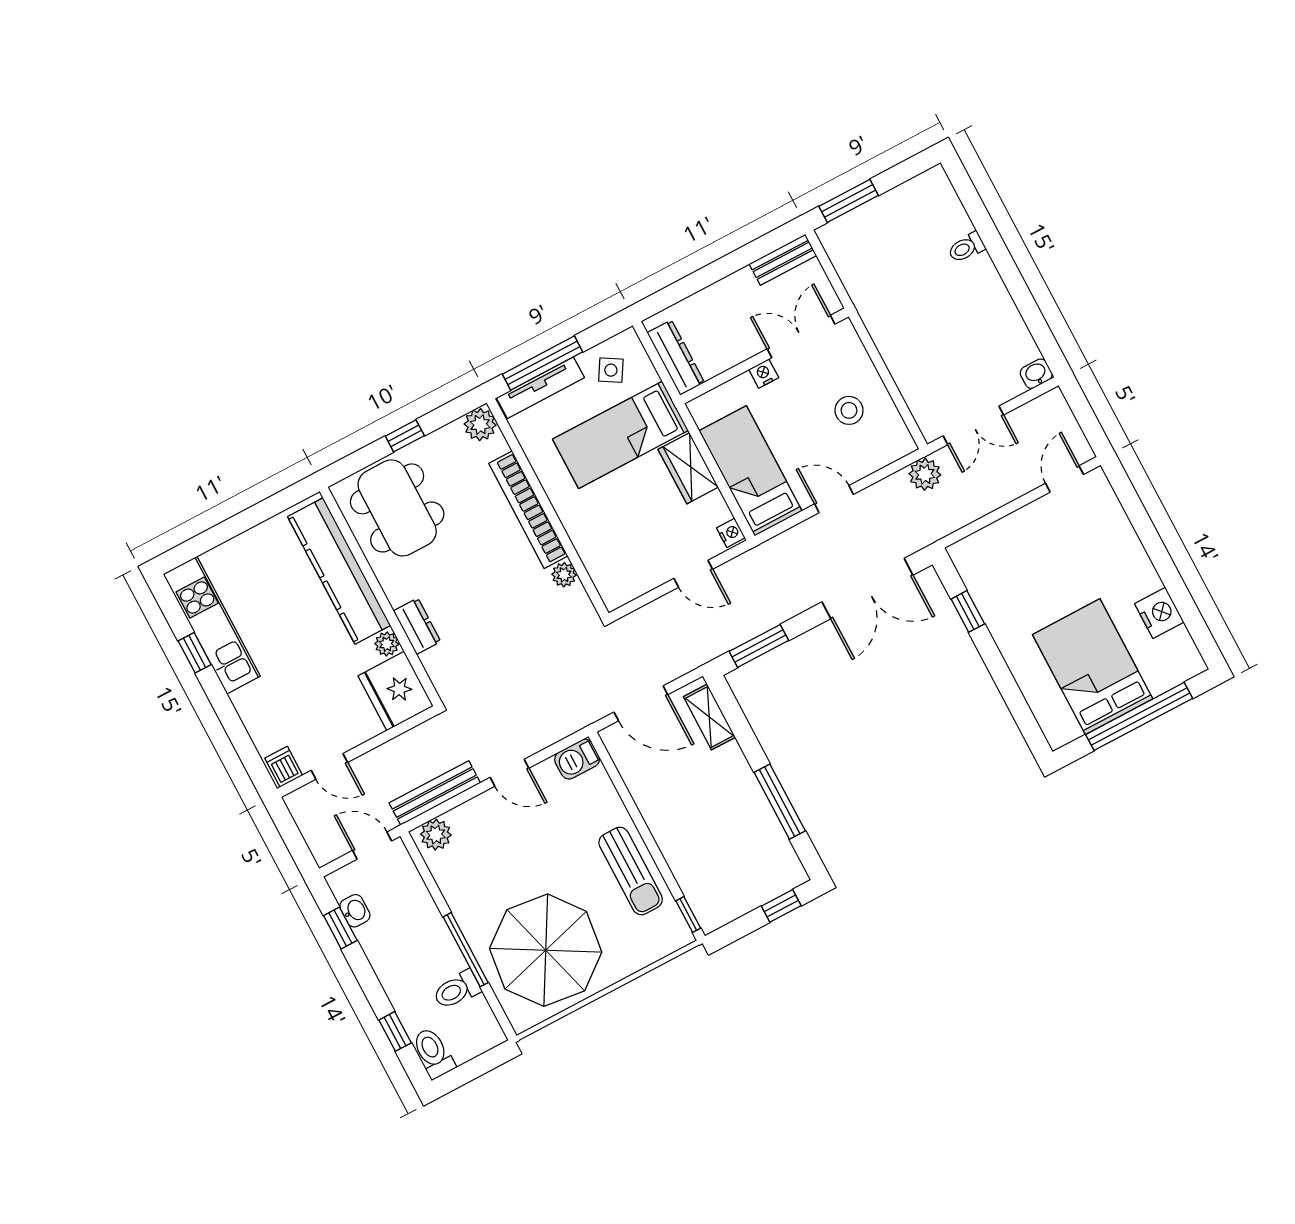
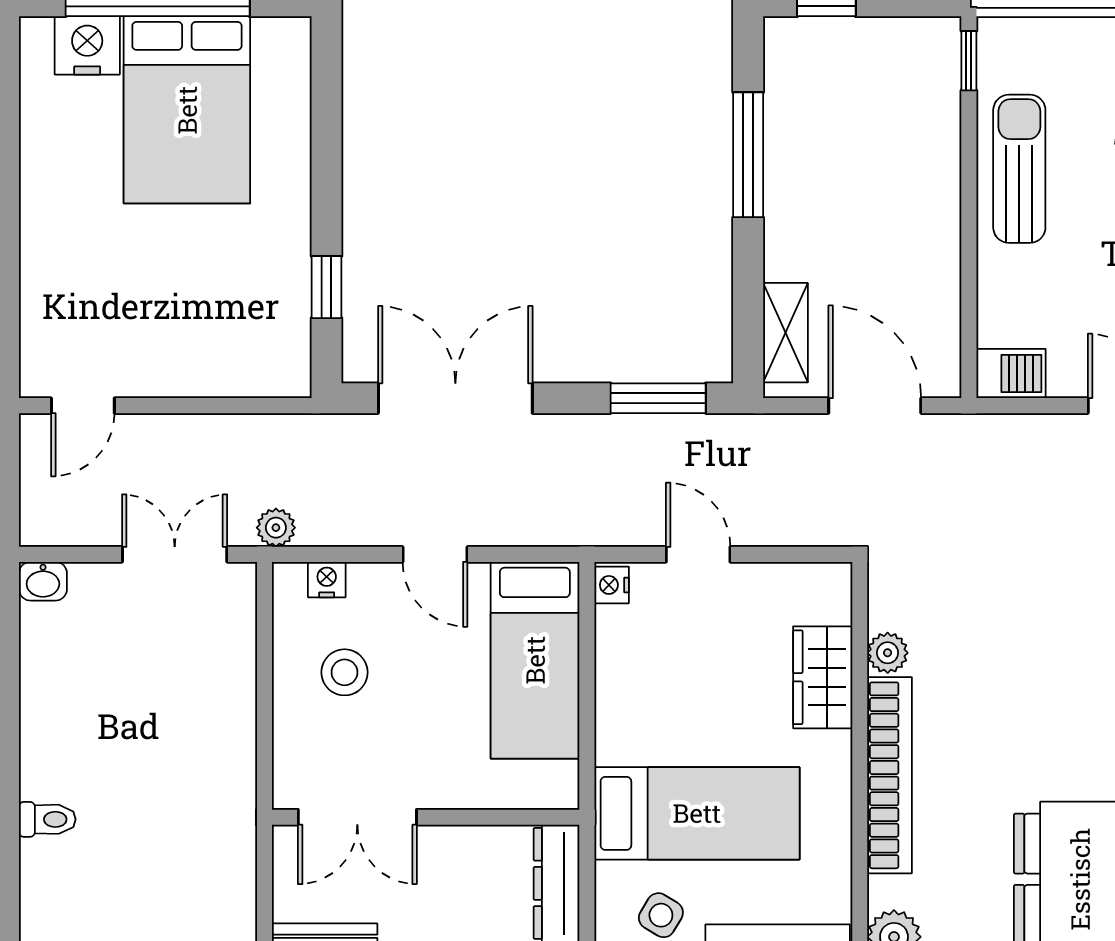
nightstand: (764, 374) -> (327, 580), moved, turned 180
wardrobe: (688, 468) -> (823, 677), moved, turned 180
plant: (925, 474) -> (276, 528), width x0.73, depth x0.73
nightstand: (1159, 613) -> (87, 45), moved, turned 90

